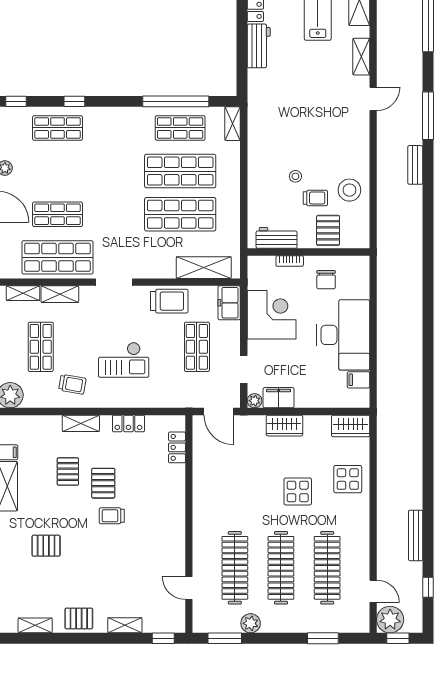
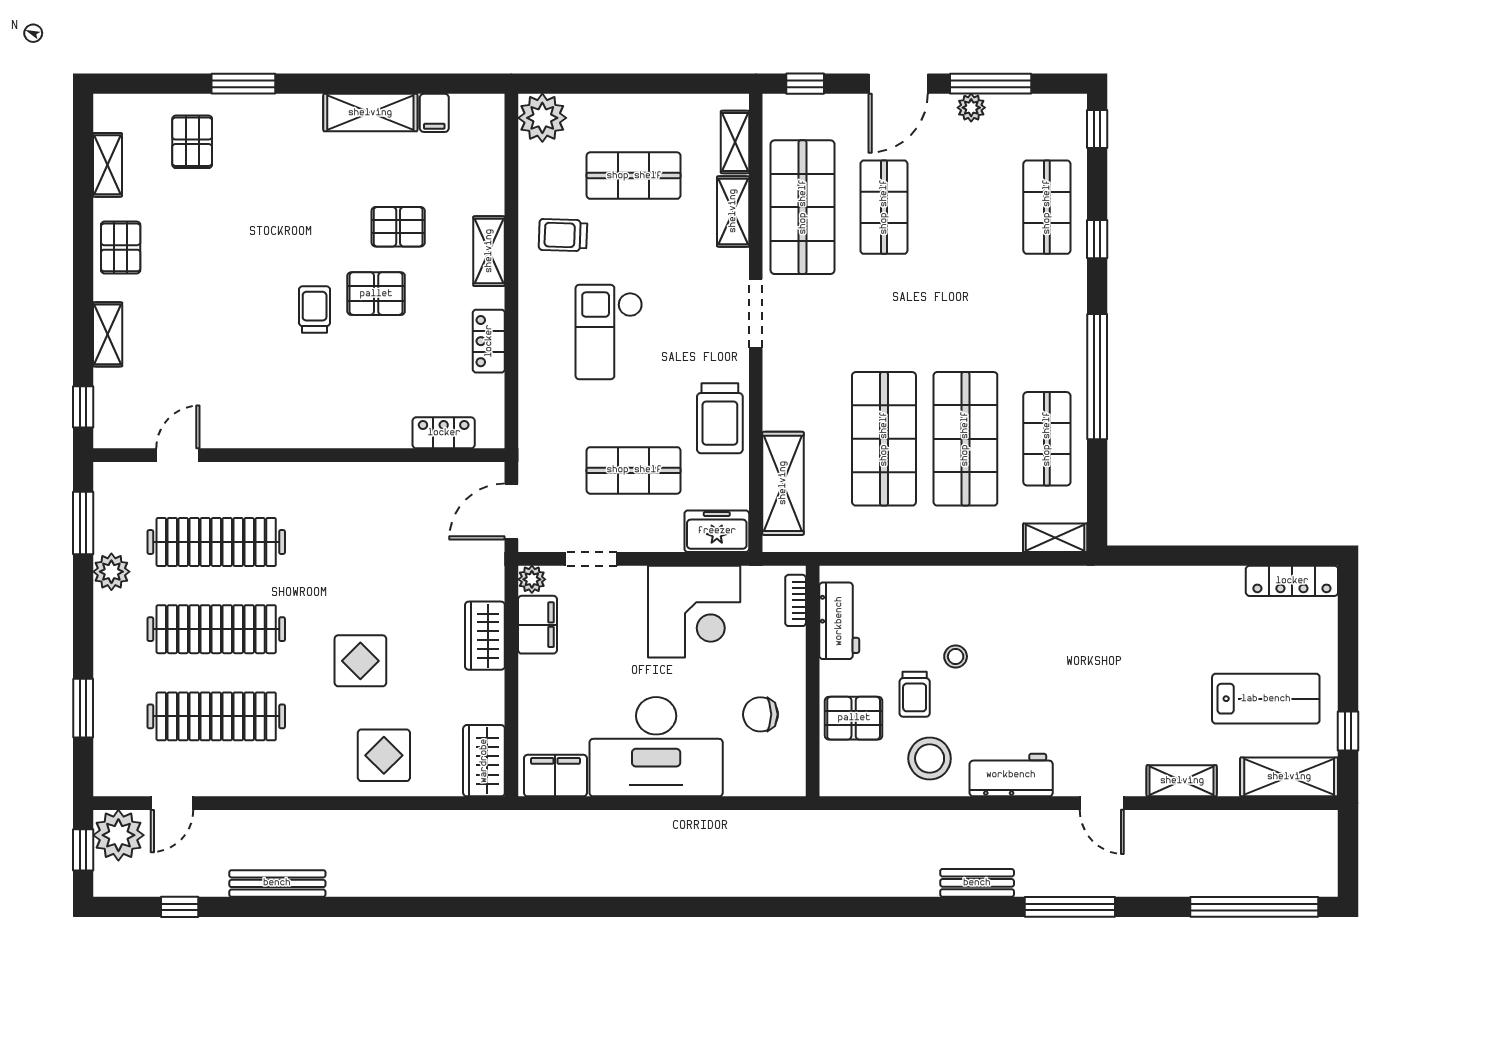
workbench: (259, 46) -> (1011, 775), moved, turned 180
window: (176, 101) -> (1097, 377), moved
bookcase: (290, 261) -> (796, 600), moved
filing cabinet: (358, 380) -> (555, 776), width x2.00
trolley: (72, 384) -> (563, 235), turned 82
pallet: (46, 546) -> (192, 142), moved

